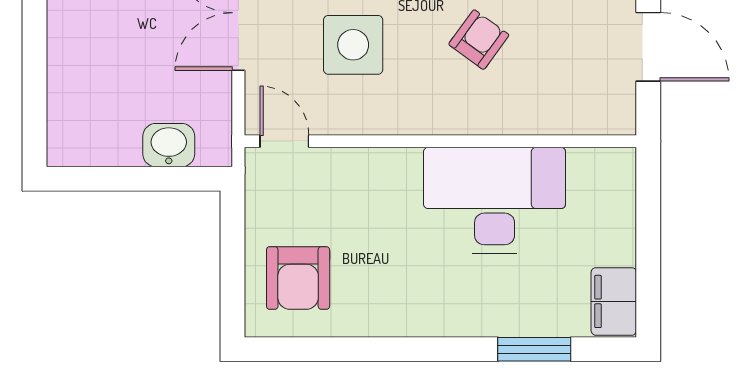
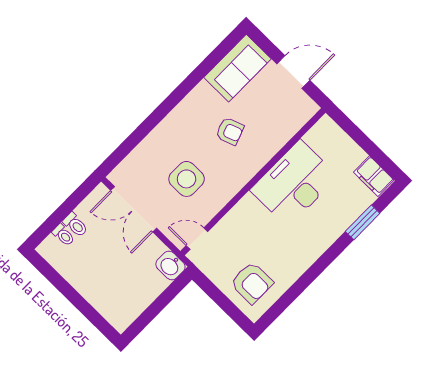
armchair: (479, 40) -> (230, 131), turned 124
washbasin: (169, 145) -> (170, 265), moved, turned -90

